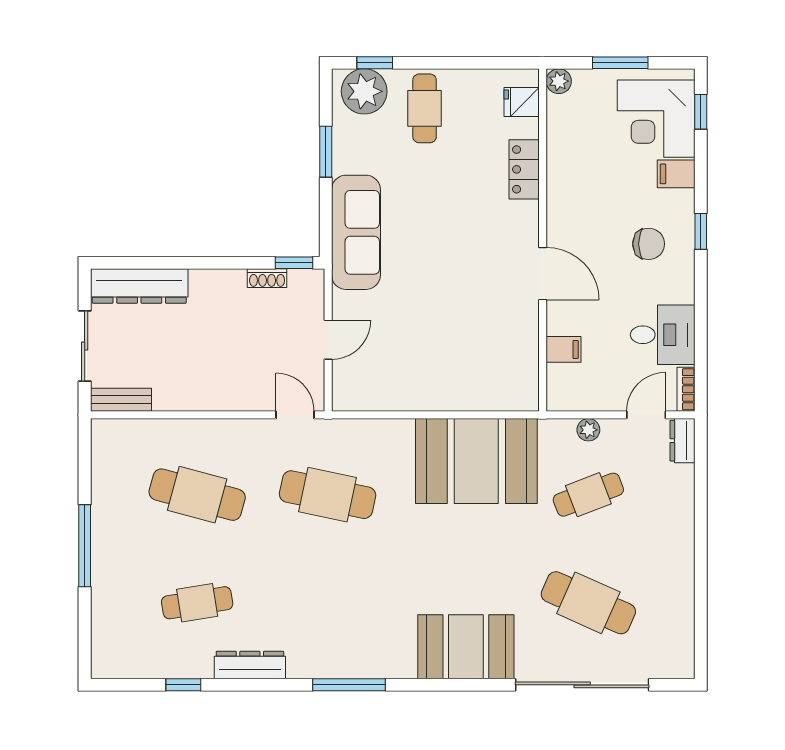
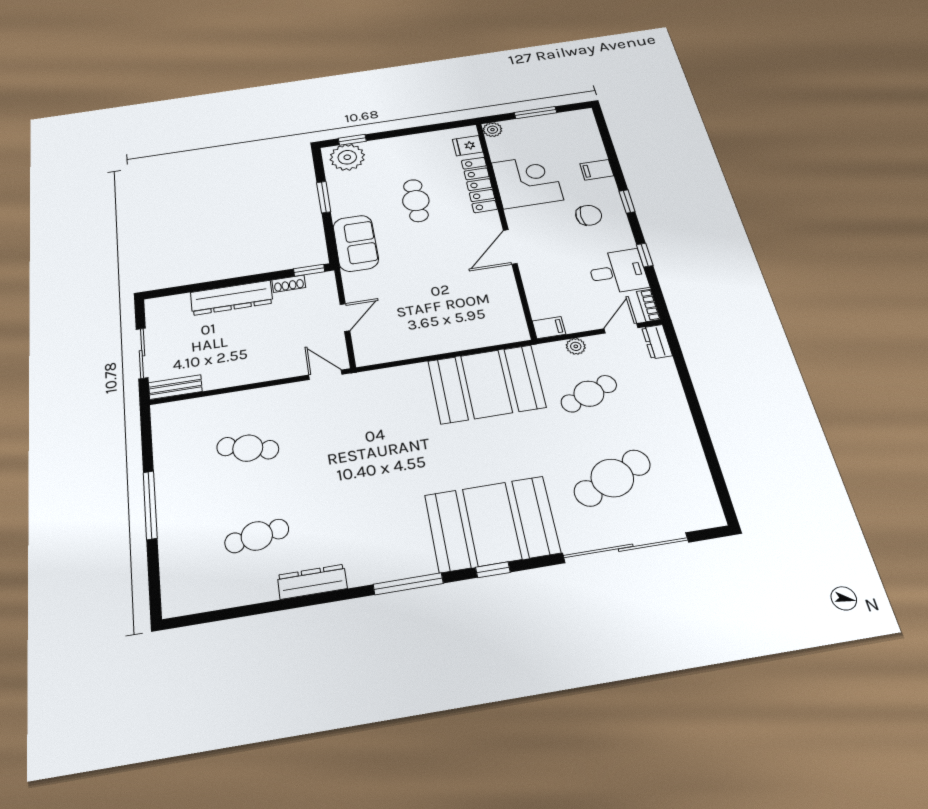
cafe table: (425, 108) -> (416, 201), moved
window: (701, 112) -> (645, 255), moved
corner desk: (656, 119) -> (527, 181), moved, turned 180
locker: (524, 169) -> (479, 185), width x1.53
sofa: (356, 232) -> (356, 243), width x0.73
door: (543, 274) -> (510, 247), swing flipped
dresser: (139, 286) -> (232, 298), moved
filing cabinet: (563, 349) -> (549, 328), moved
cafe table: (197, 495) -> (248, 448), width x0.73, depth x0.74
cafe table: (328, 495) -> (362, 430), removed
cafe table: (588, 603) -> (612, 478), turned -48
booth: (466, 647) -> (492, 524), width x1.36, depth x1.42
window: (183, 685) -> (493, 570), moved

